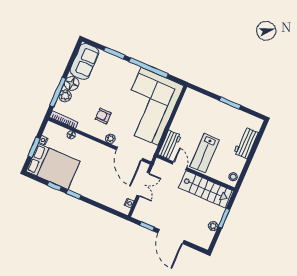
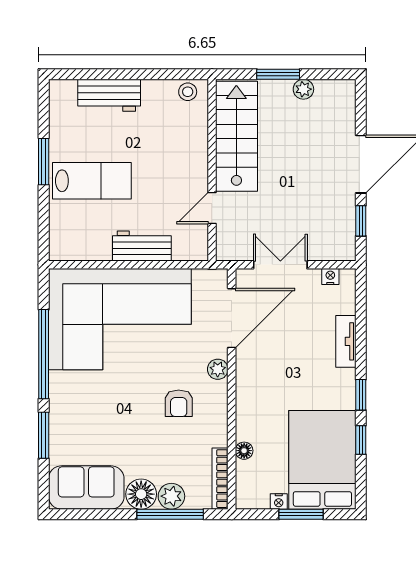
workbench: (170, 145) -> (142, 246), moved
lab bench: (205, 153) -> (92, 181), moved
tv unit: (99, 198) -> (346, 341), added

